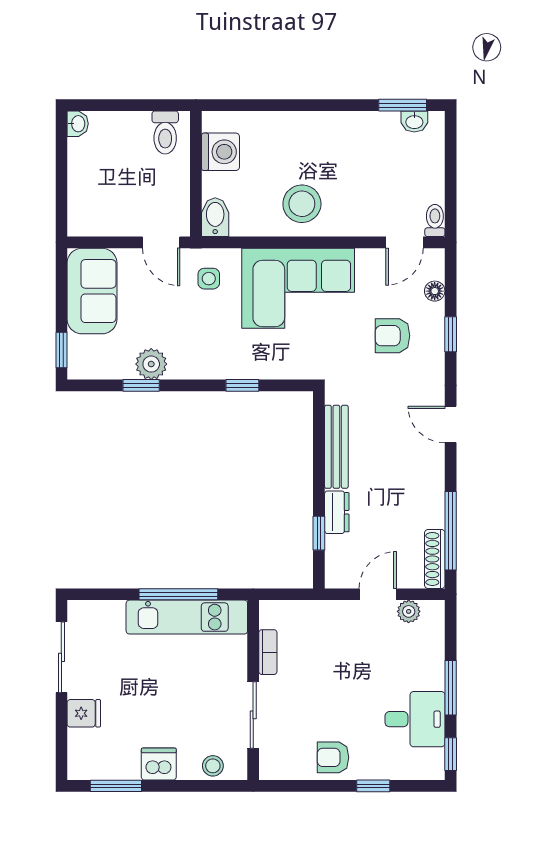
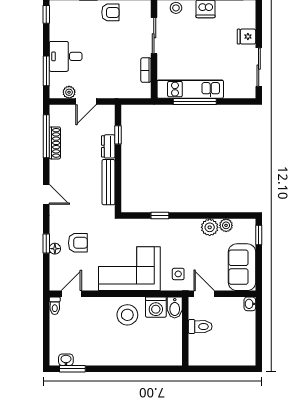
washbasin: (78, 124) -> (250, 304), moved
toilet: (165, 132) -> (200, 327), moved, turned 90
washing machine: (220, 152) -> (156, 307), moved, turned -90
floor lamp: (435, 291) -> (55, 249), moved
plant: (121, 368) -> (226, 225), added
window: (141, 385) -> (215, 216), removed
shoe rack: (435, 559) -> (55, 143), moved
window: (451, 688) -> (46, 71), moved
desk: (415, 719) -> (66, 56), moved

